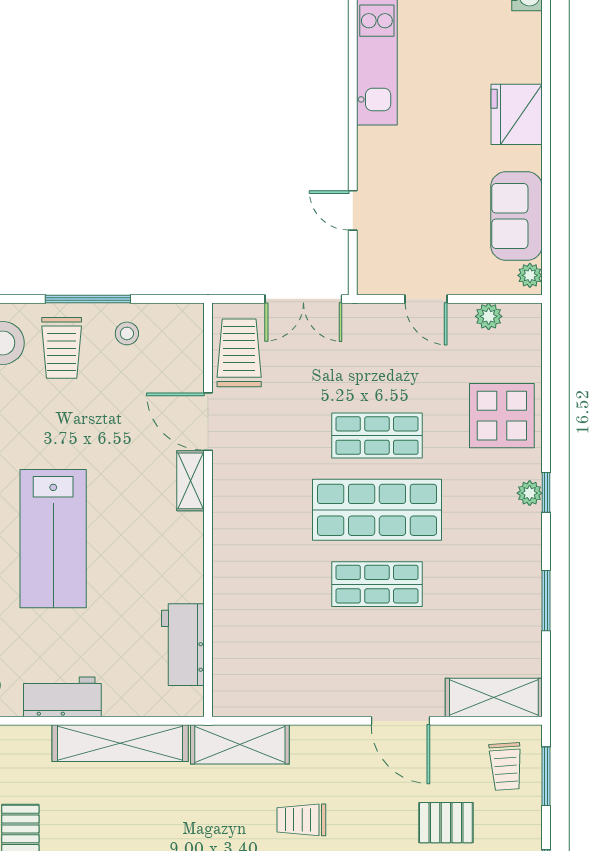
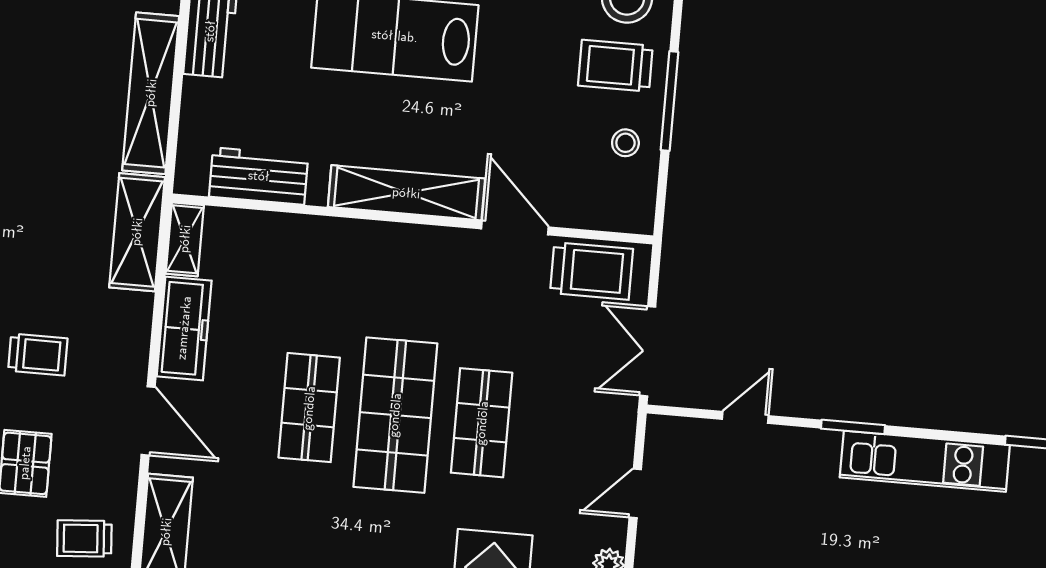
window: (353, 118) -> (853, 427), added
door: (208, 422) -> (515, 228), hinge flipped
shelving: (191, 481) -> (406, 193), width x2.20, depth x1.33
freezer: (319, 697) -> (184, 328), added
shelving: (242, 703) -> (185, 239), added
door: (400, 721) -> (148, 421), swing flipped
trolley: (301, 820) -> (38, 355), moved, turned 90

